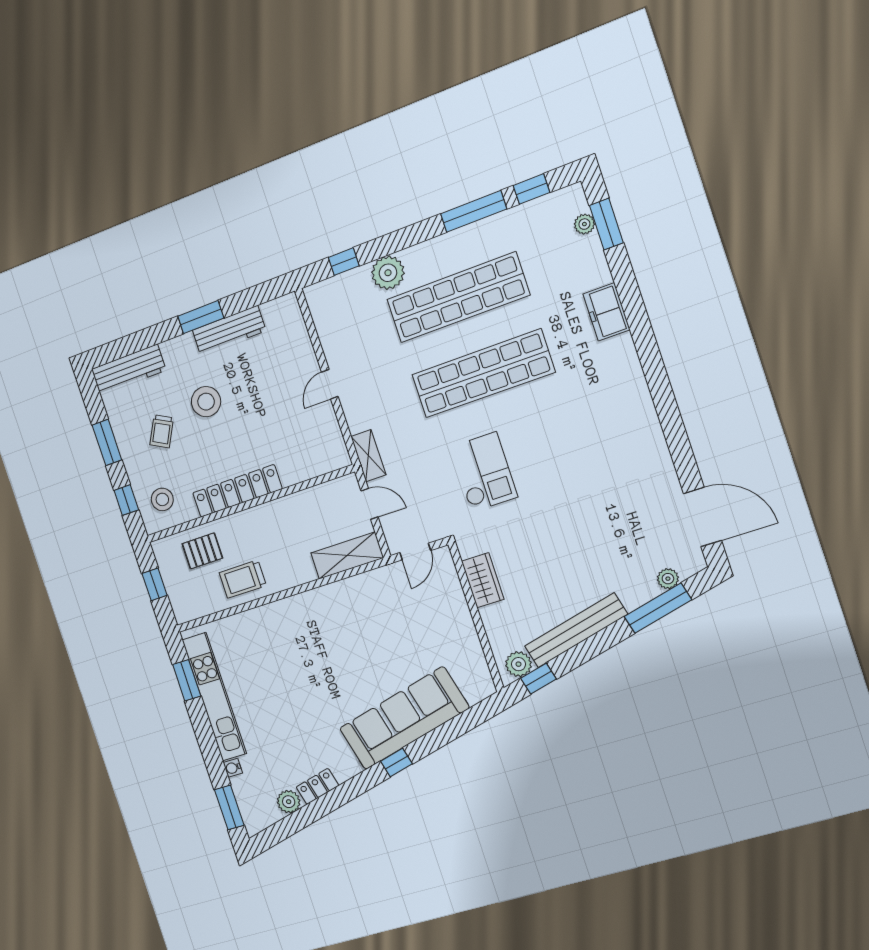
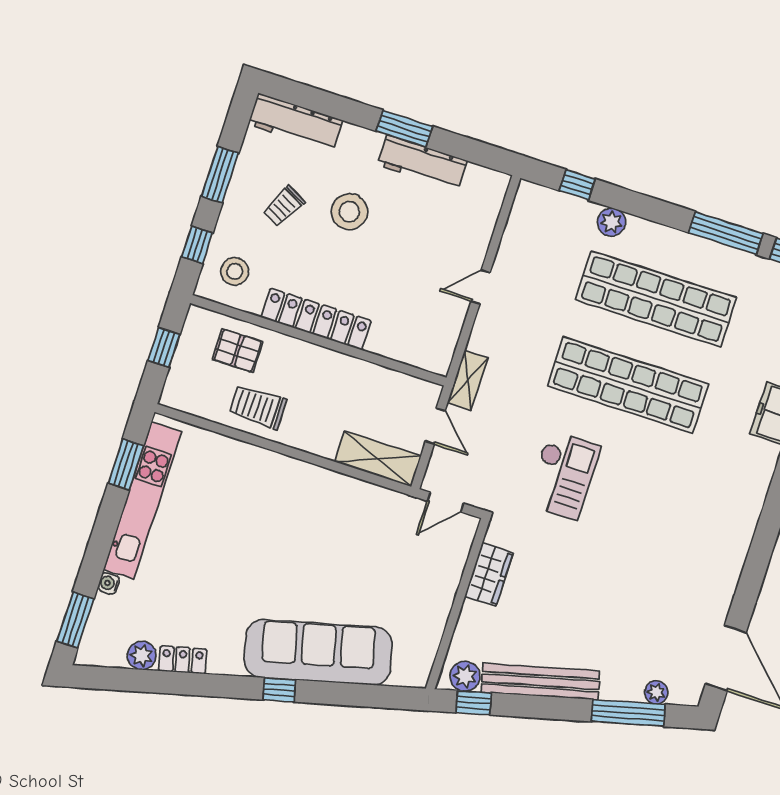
plant: (388, 273) -> (611, 222), width x0.73, depth x0.73

